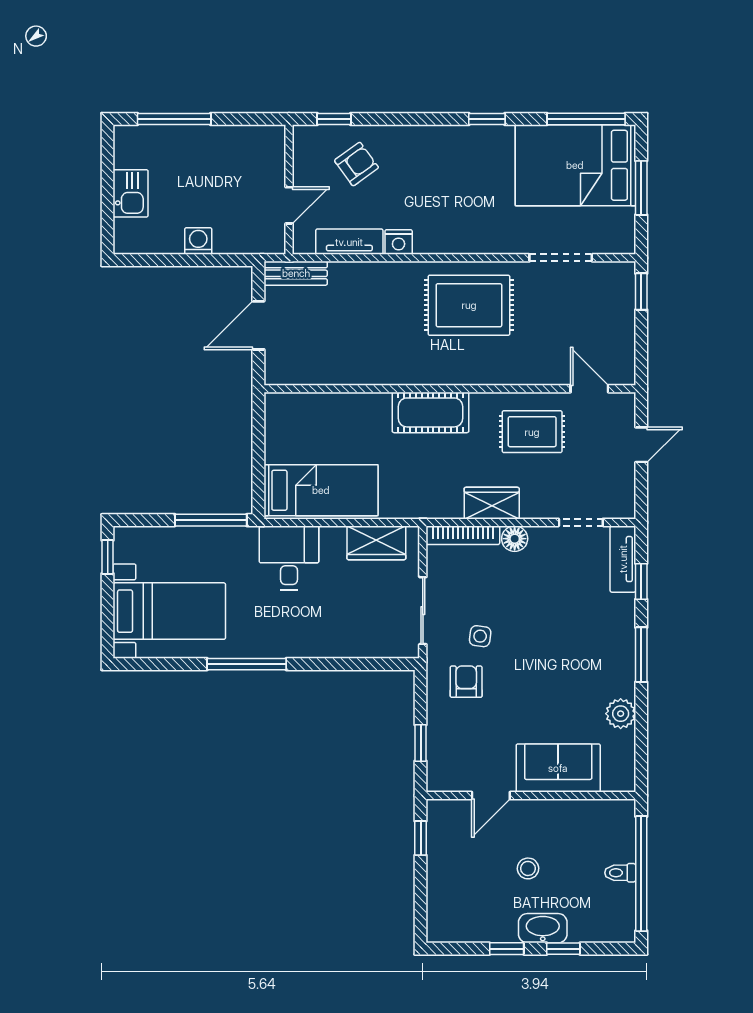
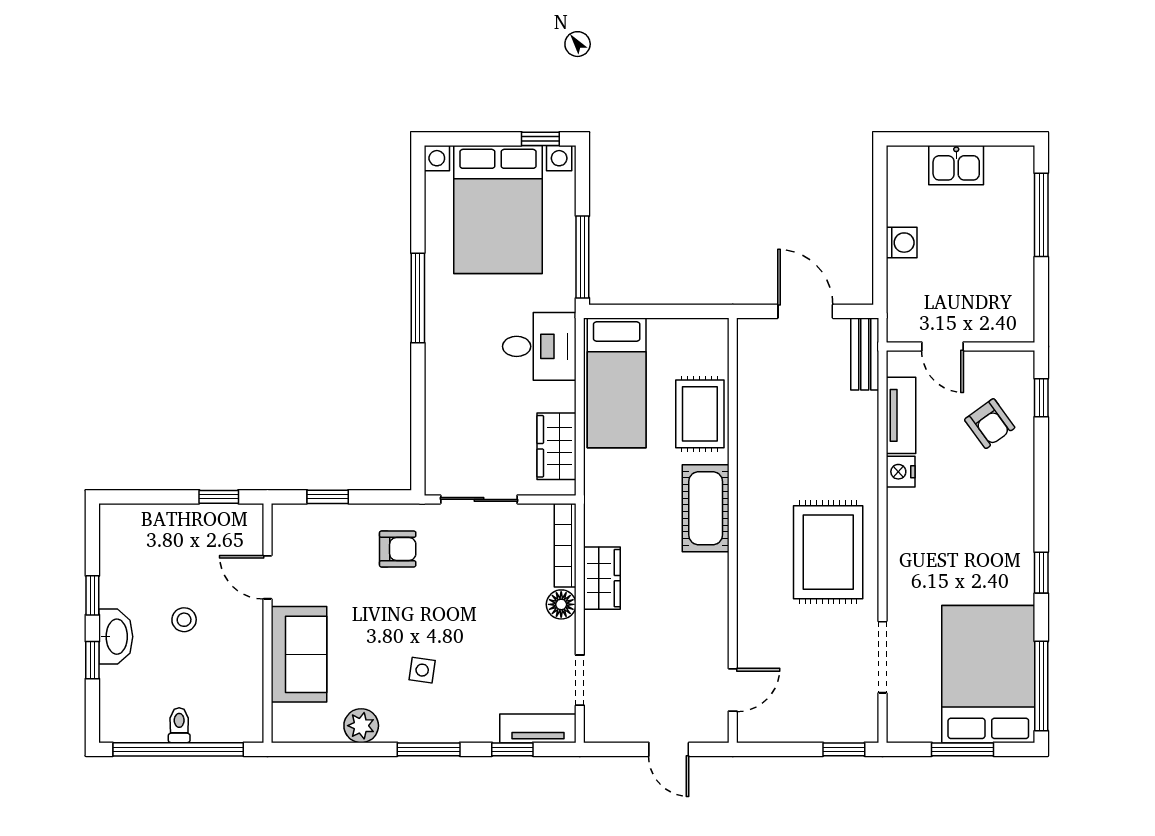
rug: (532, 432) -> (700, 414), moved
bed with nightstands: (169, 611) -> (498, 209), width x1.36
side table: (480, 636) -> (422, 670), moved

